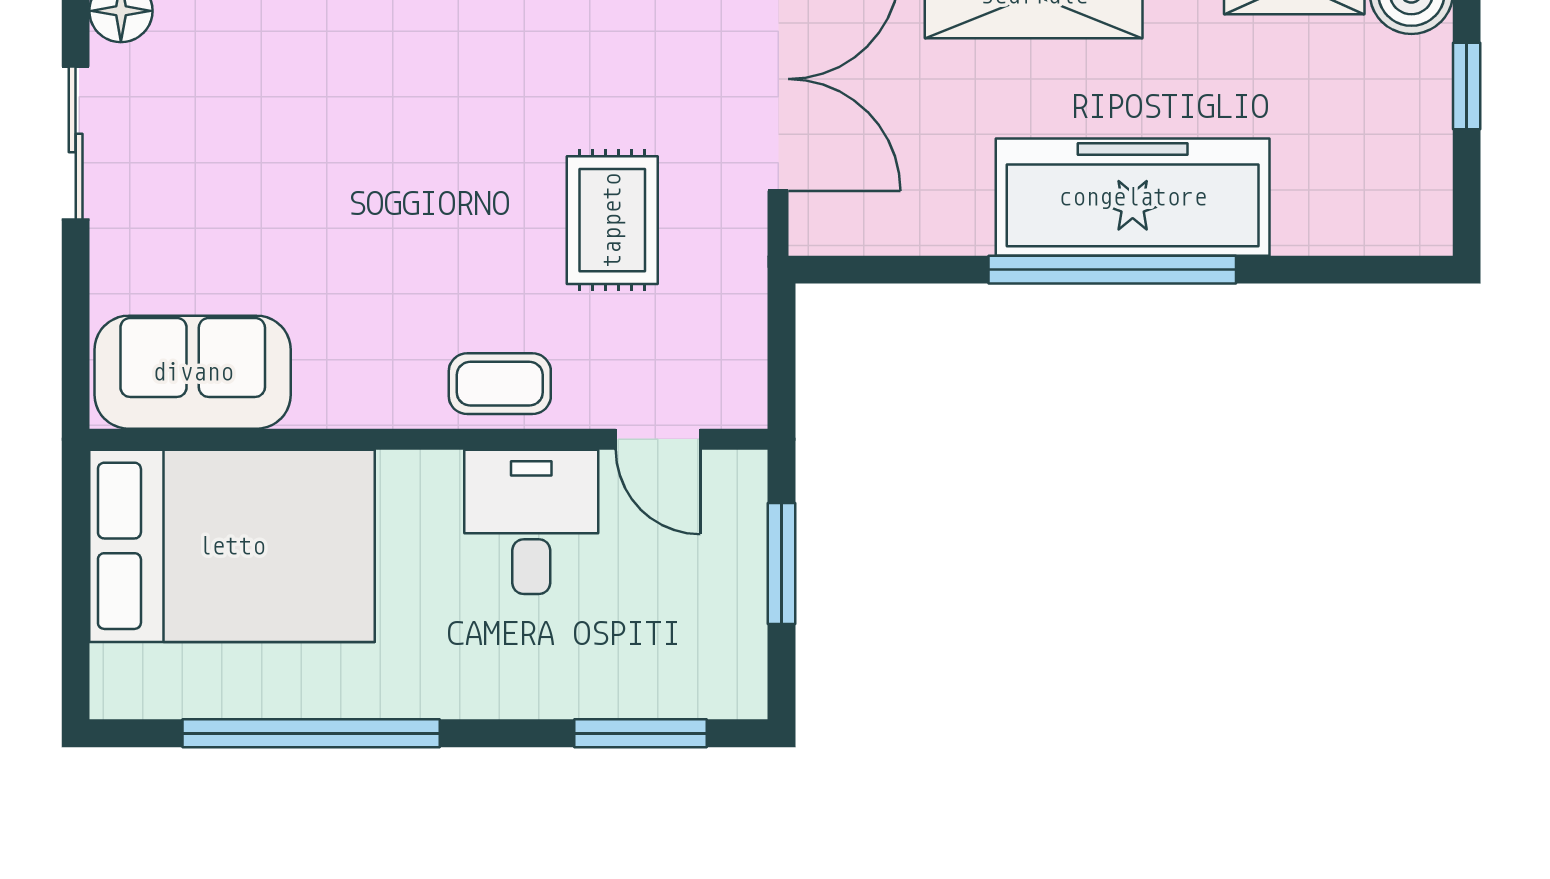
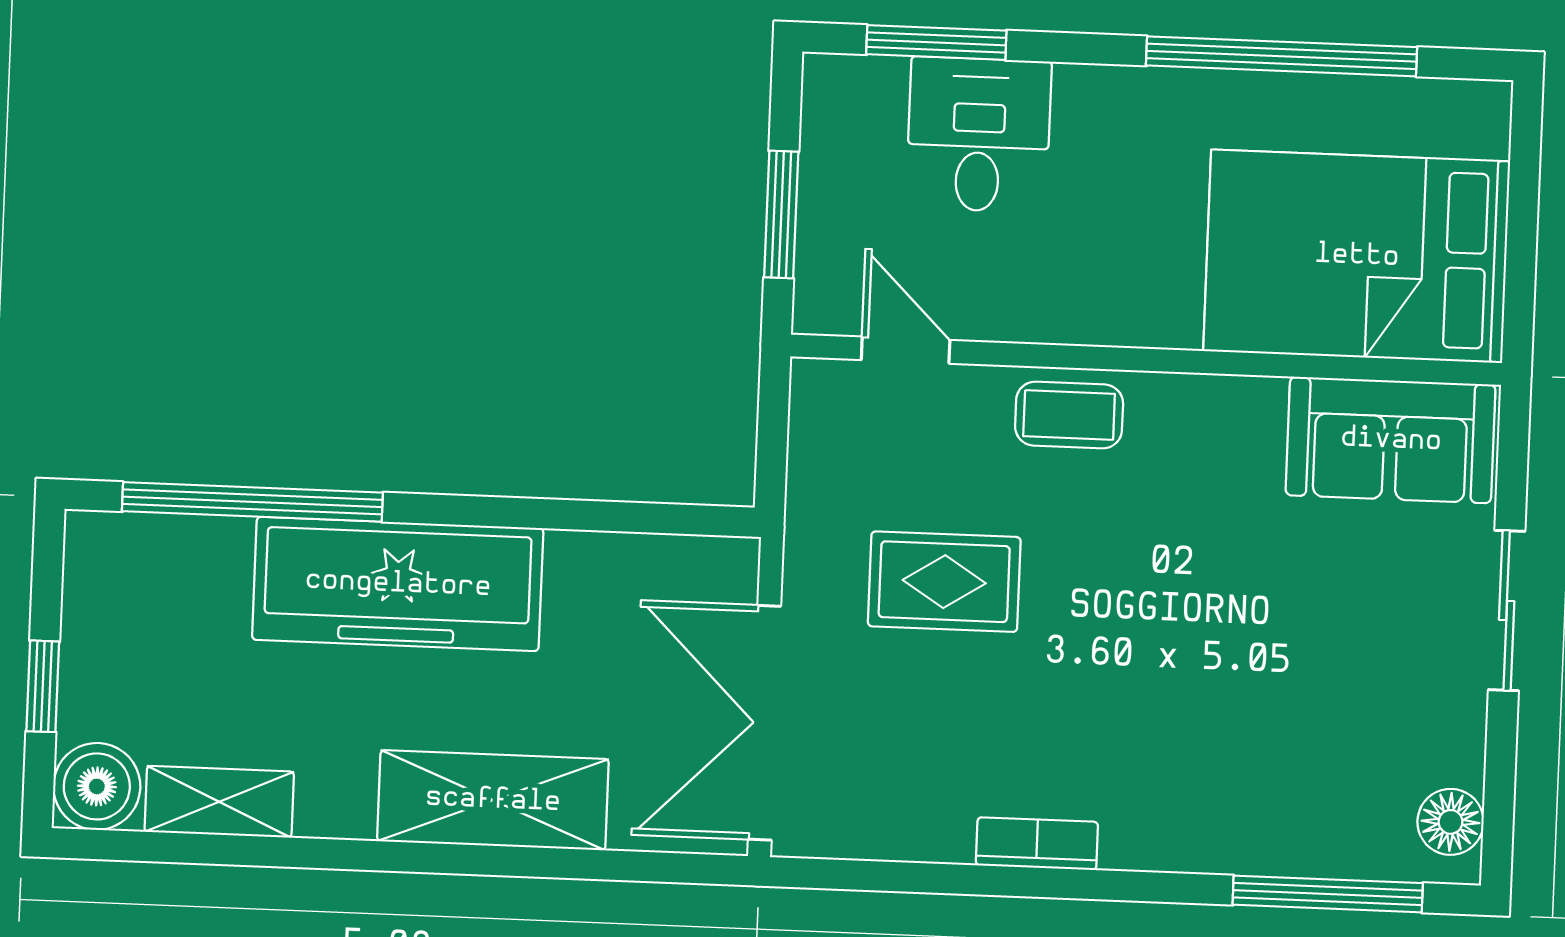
sliding door: (76, 143) -> (1507, 610), moved
rug: (612, 220) -> (944, 582), turned 90
window: (1112, 270) -> (252, 502), moved
desk: (531, 522) -> (979, 135), moved, turned 180

